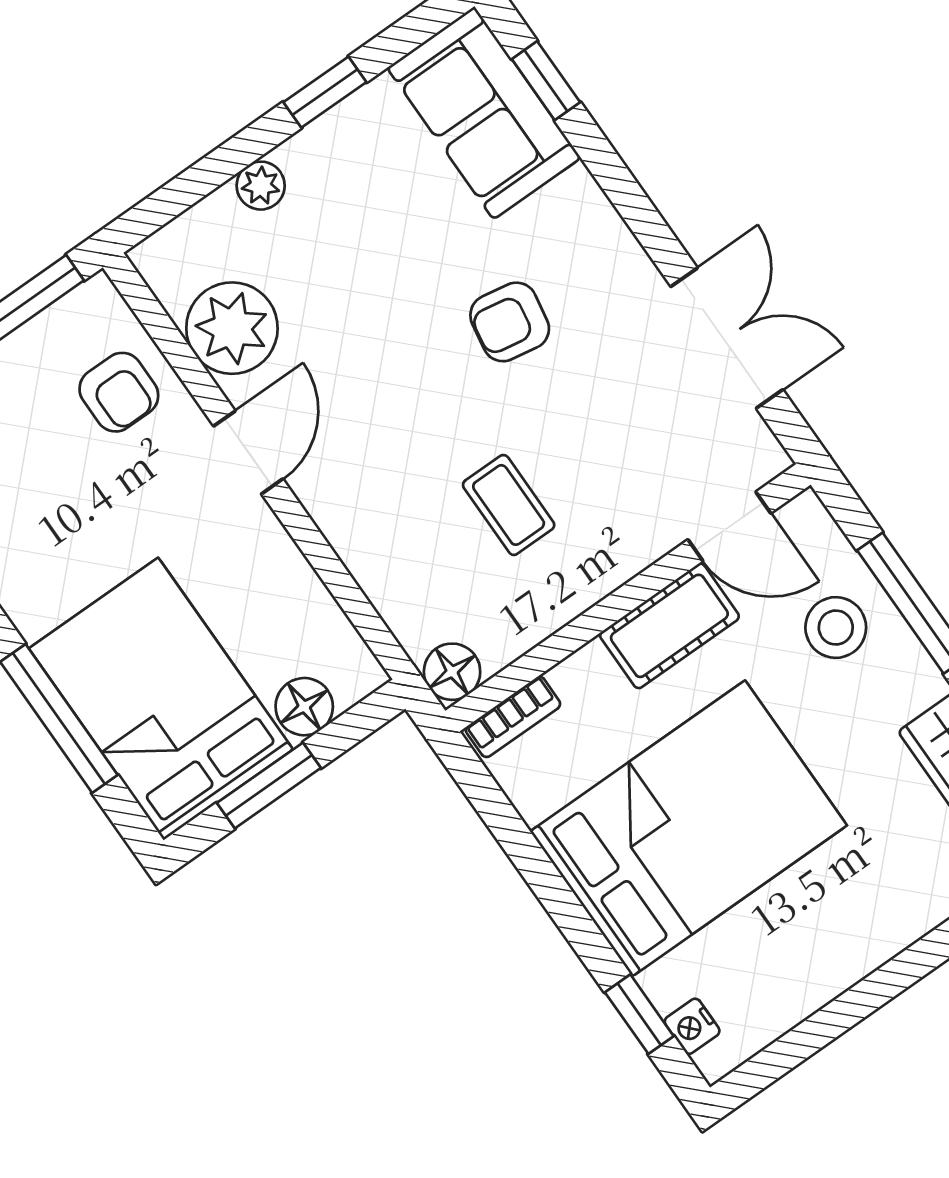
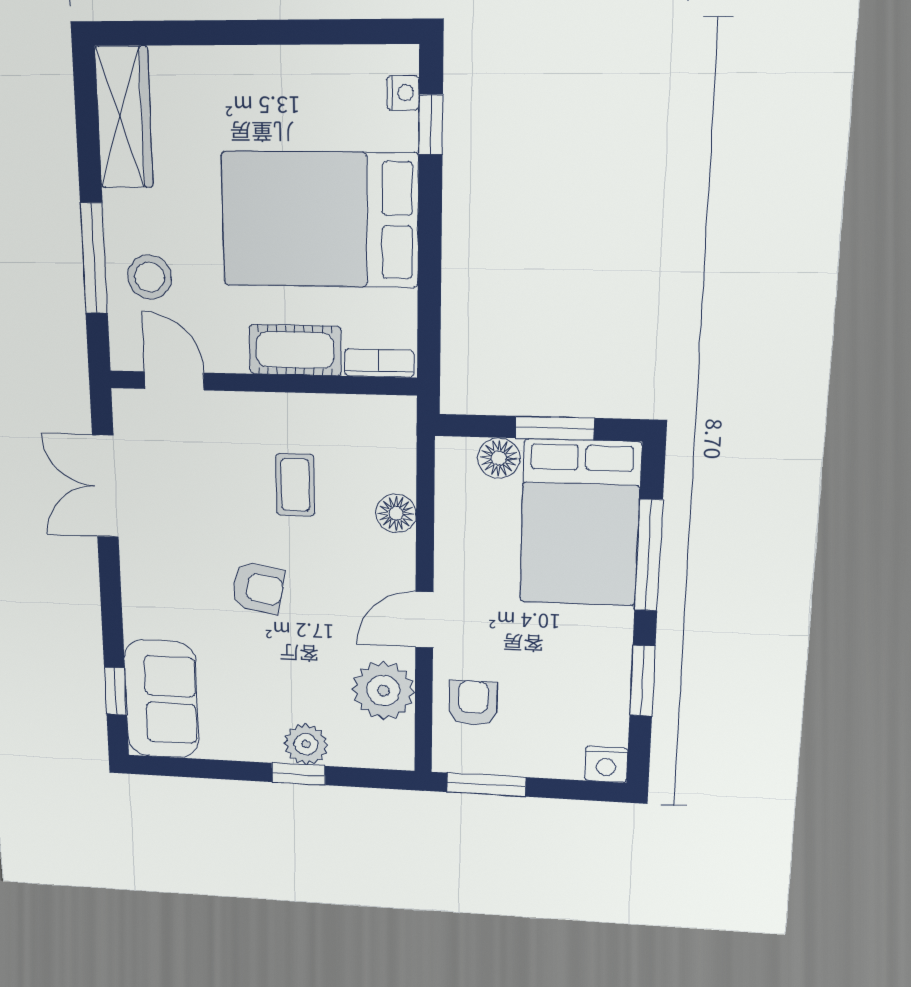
window: (325, 92) -> (299, 774), moved
plant: (261, 186) -> (306, 744), width x1.38, depth x1.38
armchair: (510, 322) -> (258, 588), moved
cot: (669, 626) -> (295, 350), moved
floor lamp: (452, 672) -> (396, 513), moved

